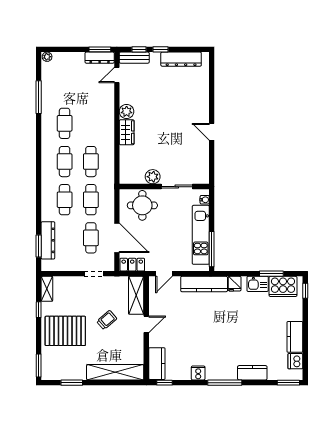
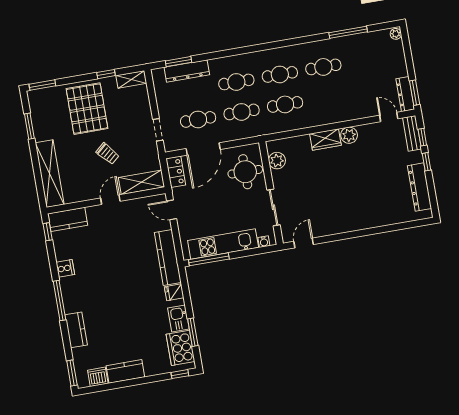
door: (212, 132) -> (304, 243), moved
plant: (153, 177) -> (277, 161), moved
door: (146, 324) -> (110, 200), swing flipped

